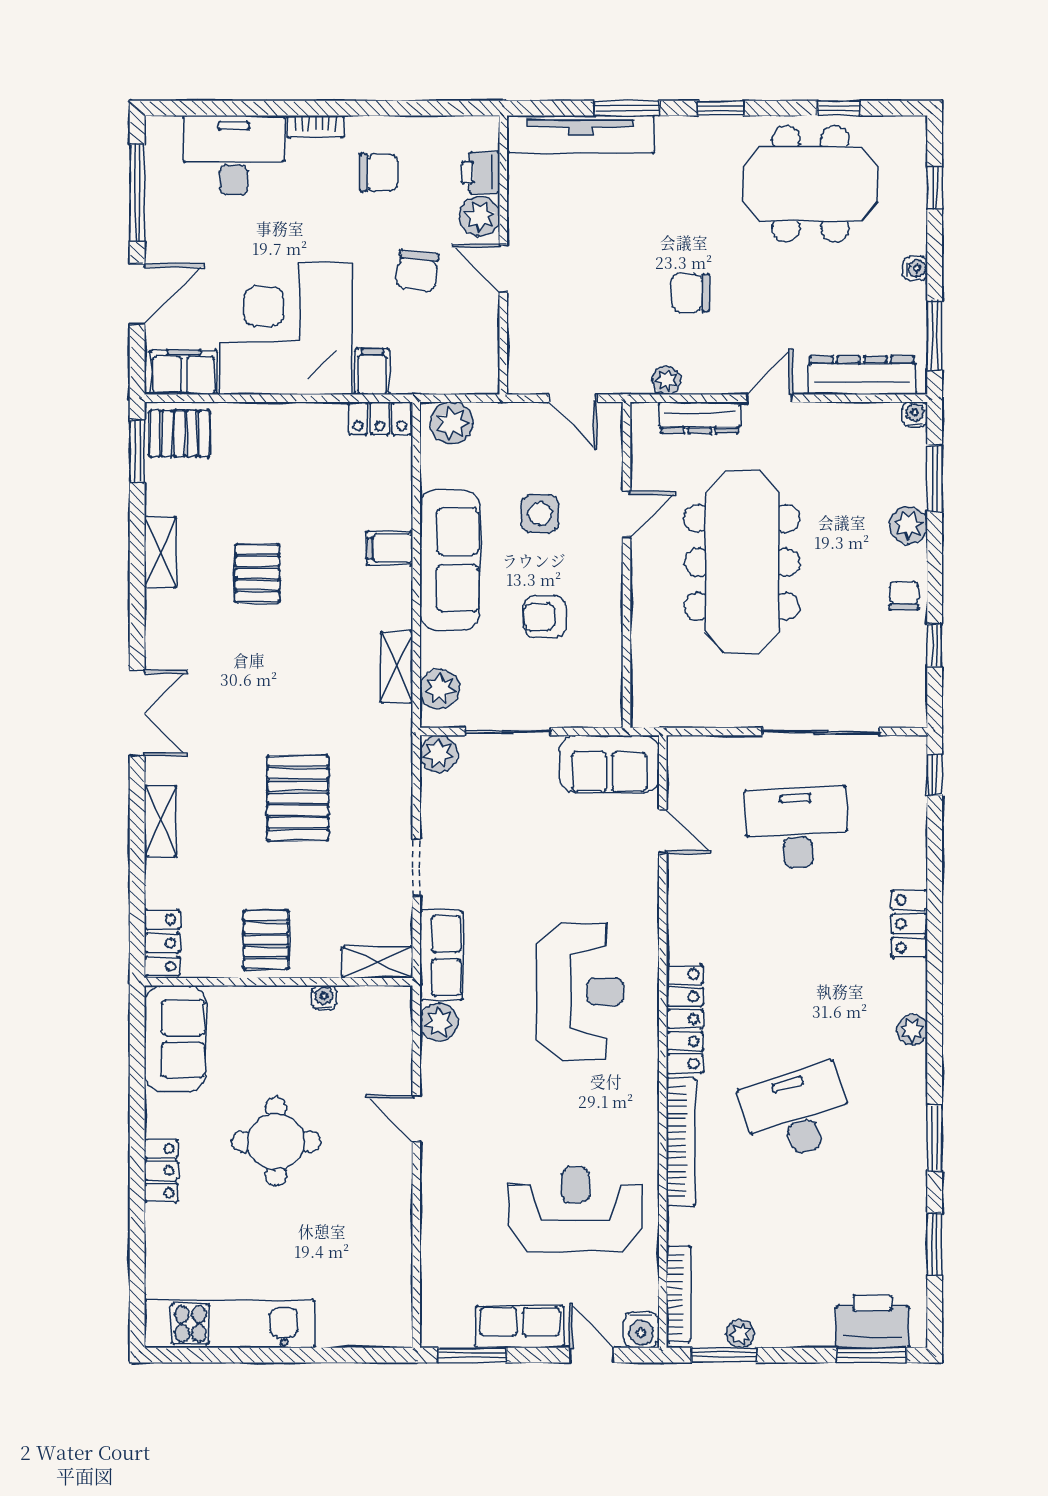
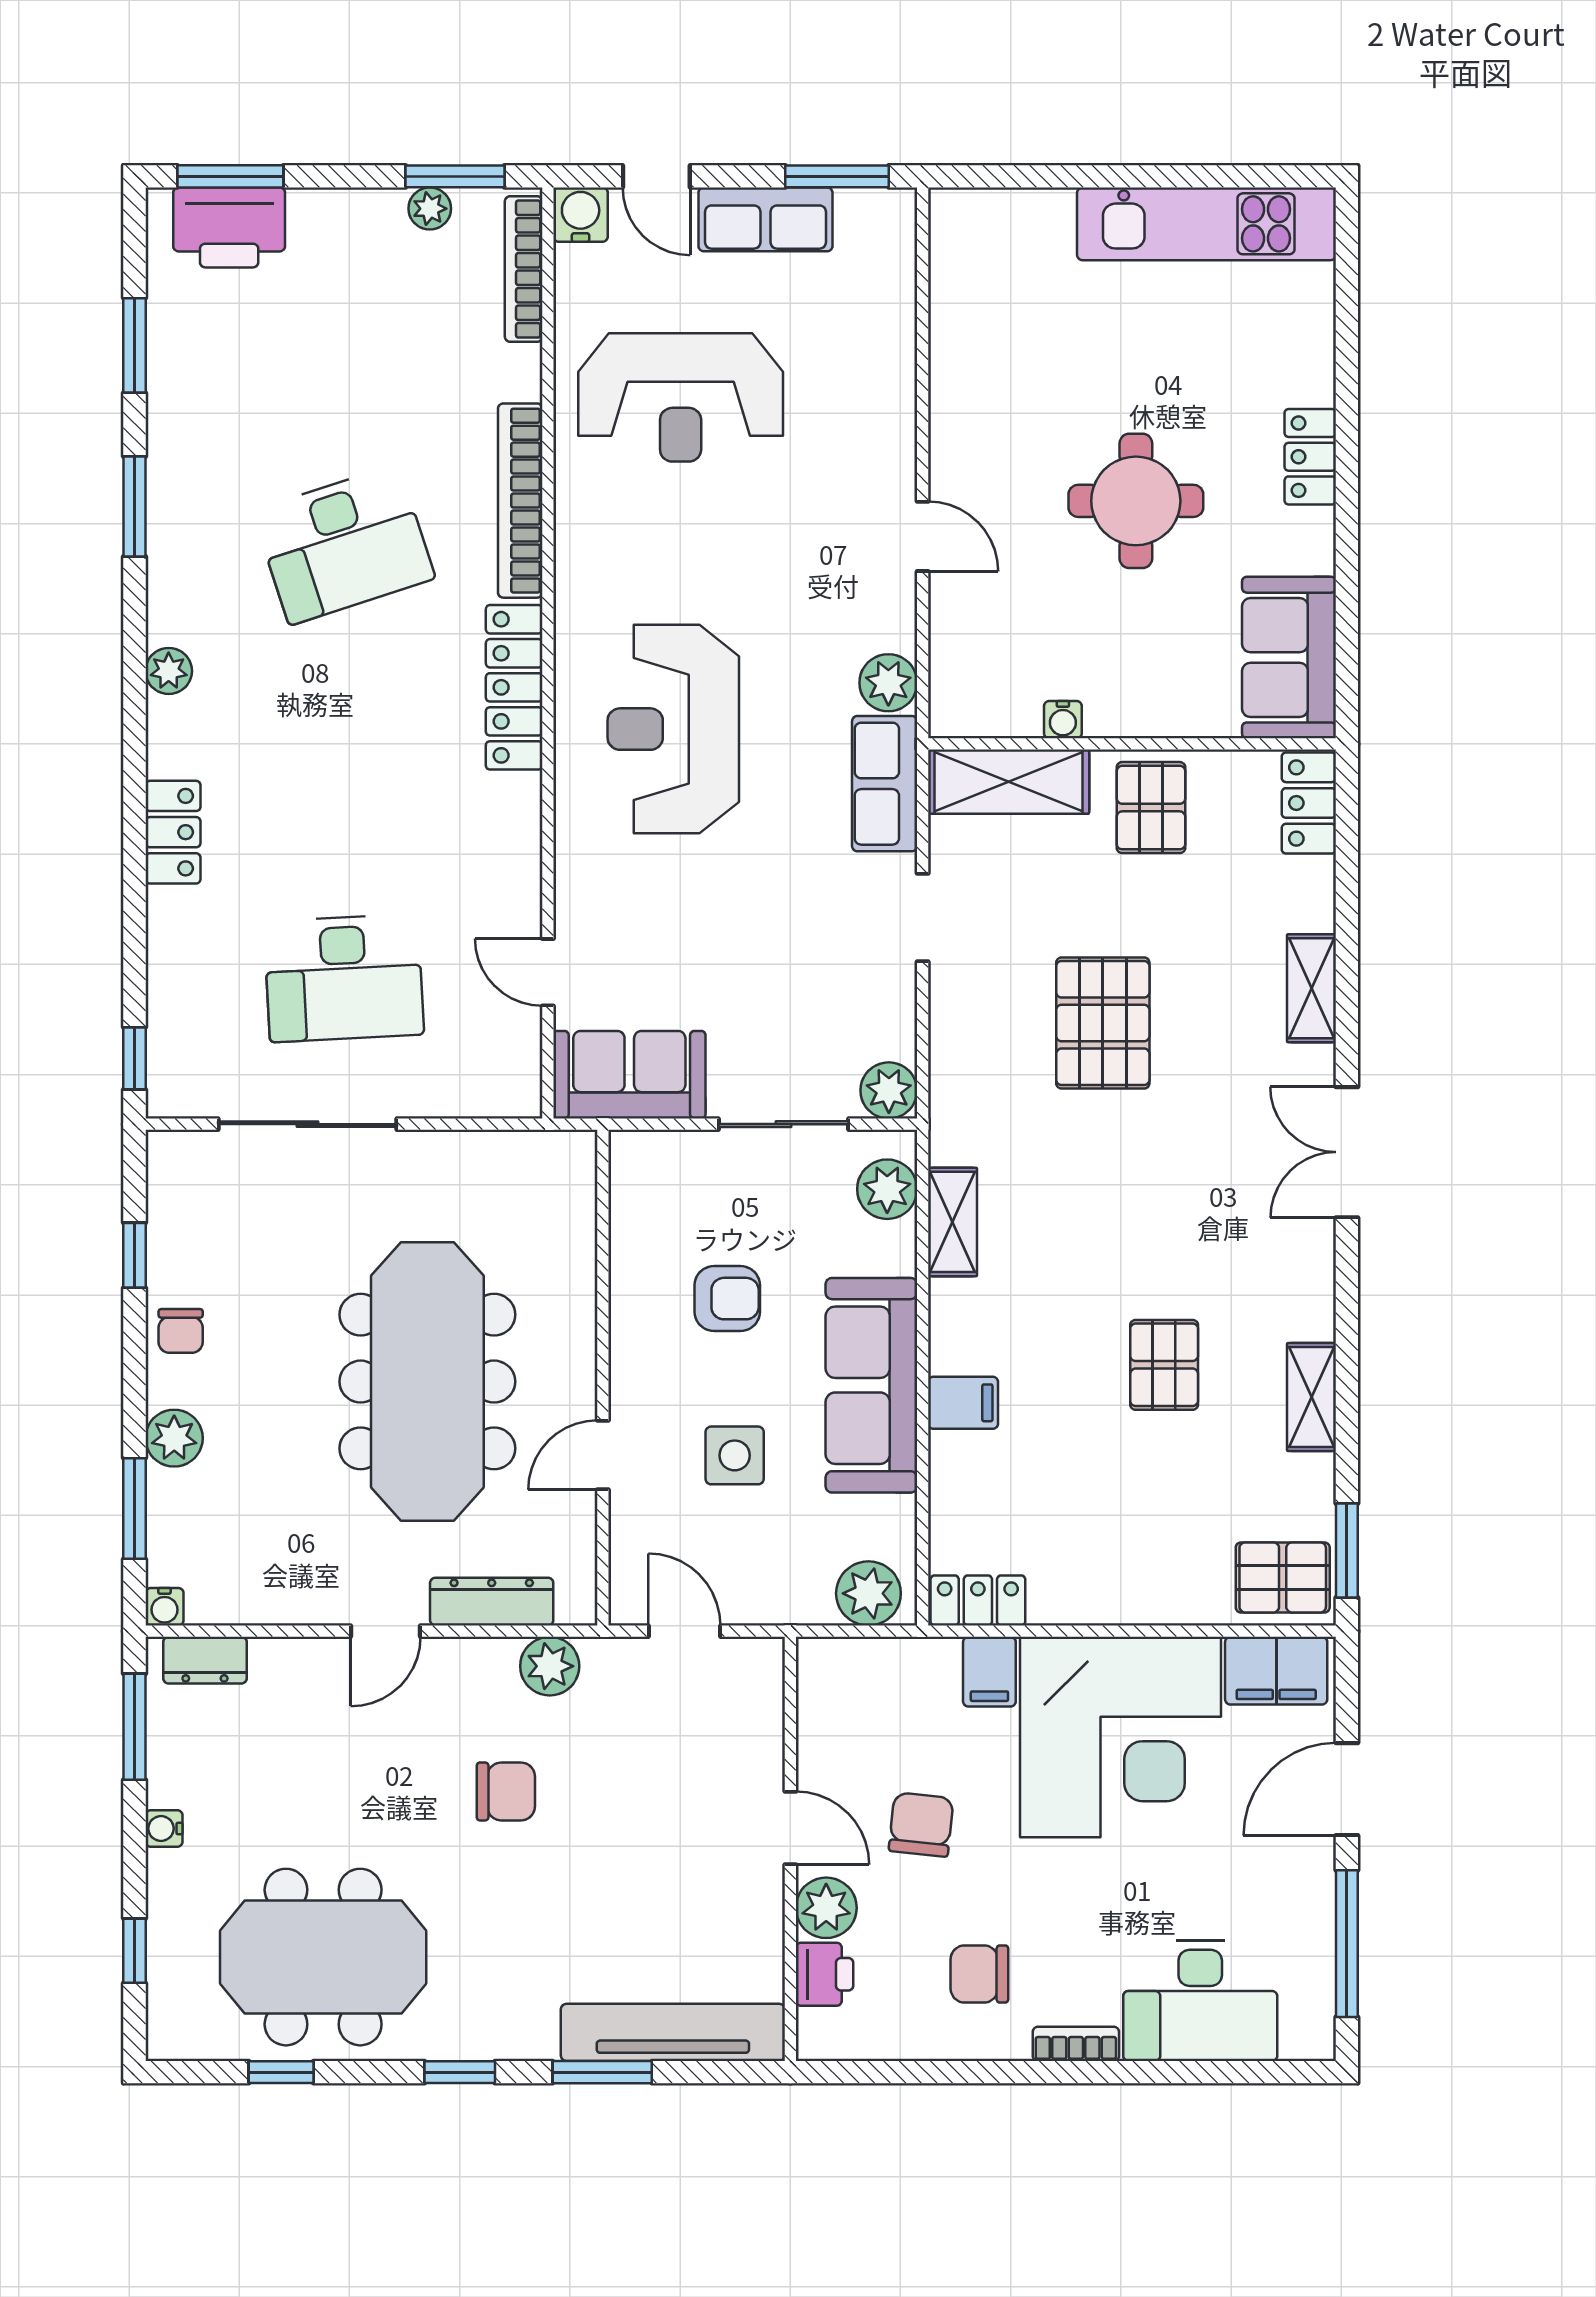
dresser: (862, 375) -> (205, 1660), width x0.51, depth x0.80
plant: (667, 380) -> (550, 1666), width x1.38, depth x1.38
shelving: (377, 962) -> (1009, 782), width x1.50, depth x1.33

